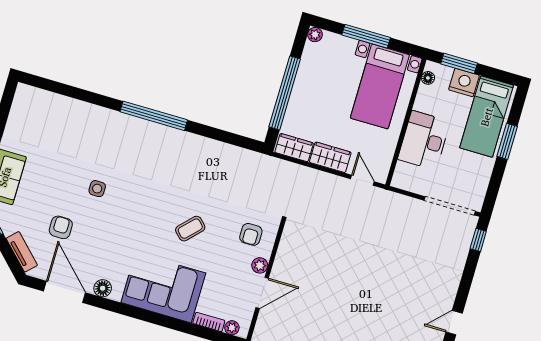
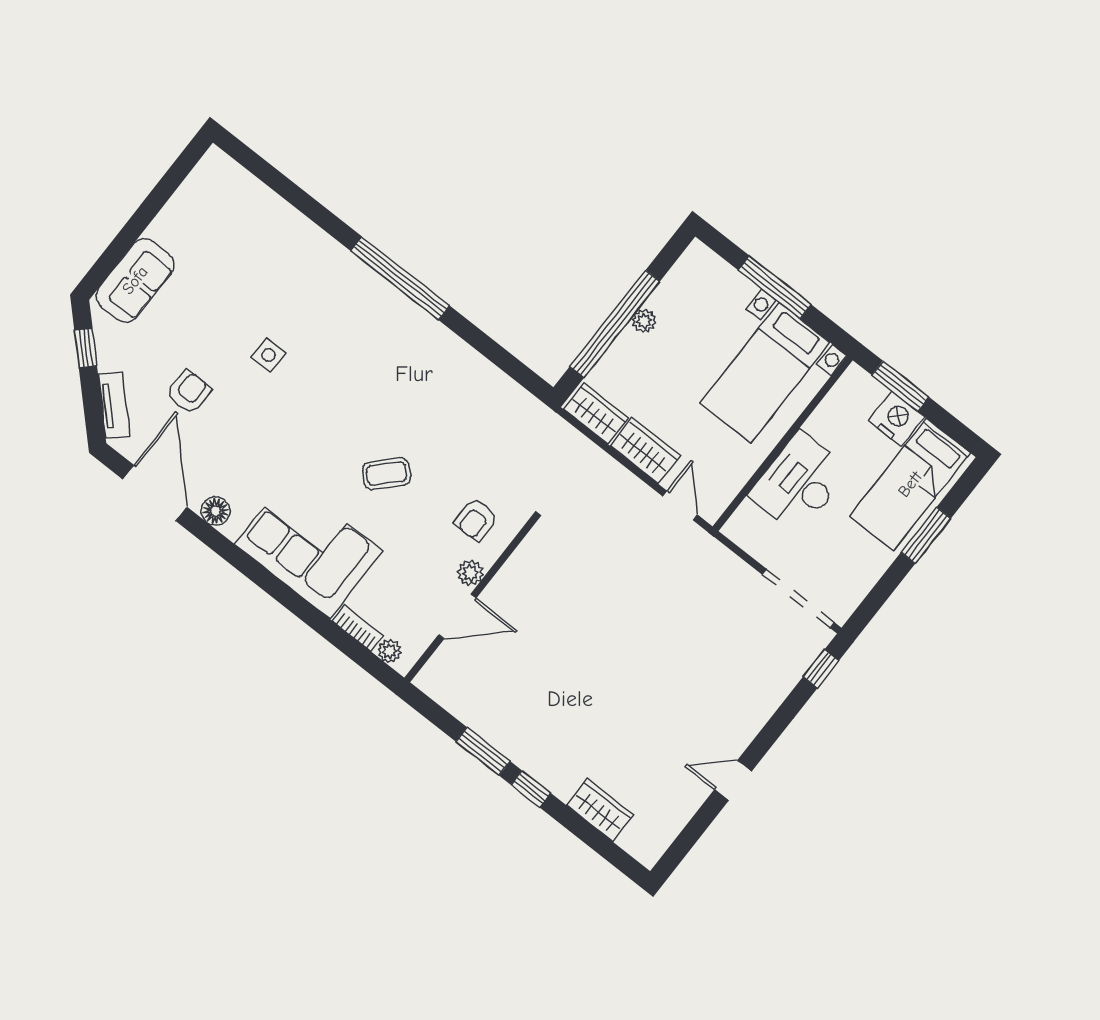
plant: (315, 35) -> (644, 321), moved
floor lamp: (428, 78) -> (844, 389), removed

